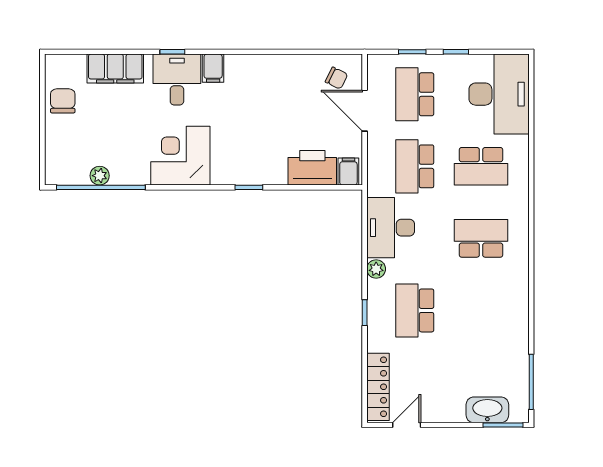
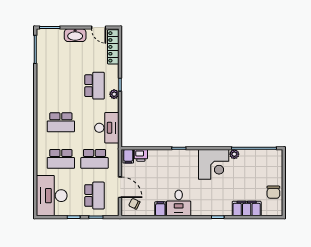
filing cabinet: (213, 68) -> (160, 209), moved
desk: (177, 80) -> (179, 203), moved
school desk: (415, 166) -> (95, 159), turned 90
school desk: (481, 166) -> (61, 159), turned 180
printer: (312, 168) -> (141, 155), width x0.53, depth x0.68
plant: (100, 176) -> (234, 154), moved
plant: (376, 269) -> (114, 94), moved
washbasin: (487, 410) -> (75, 35), moved
door: (407, 425) -> (99, 27), hinge flipped

